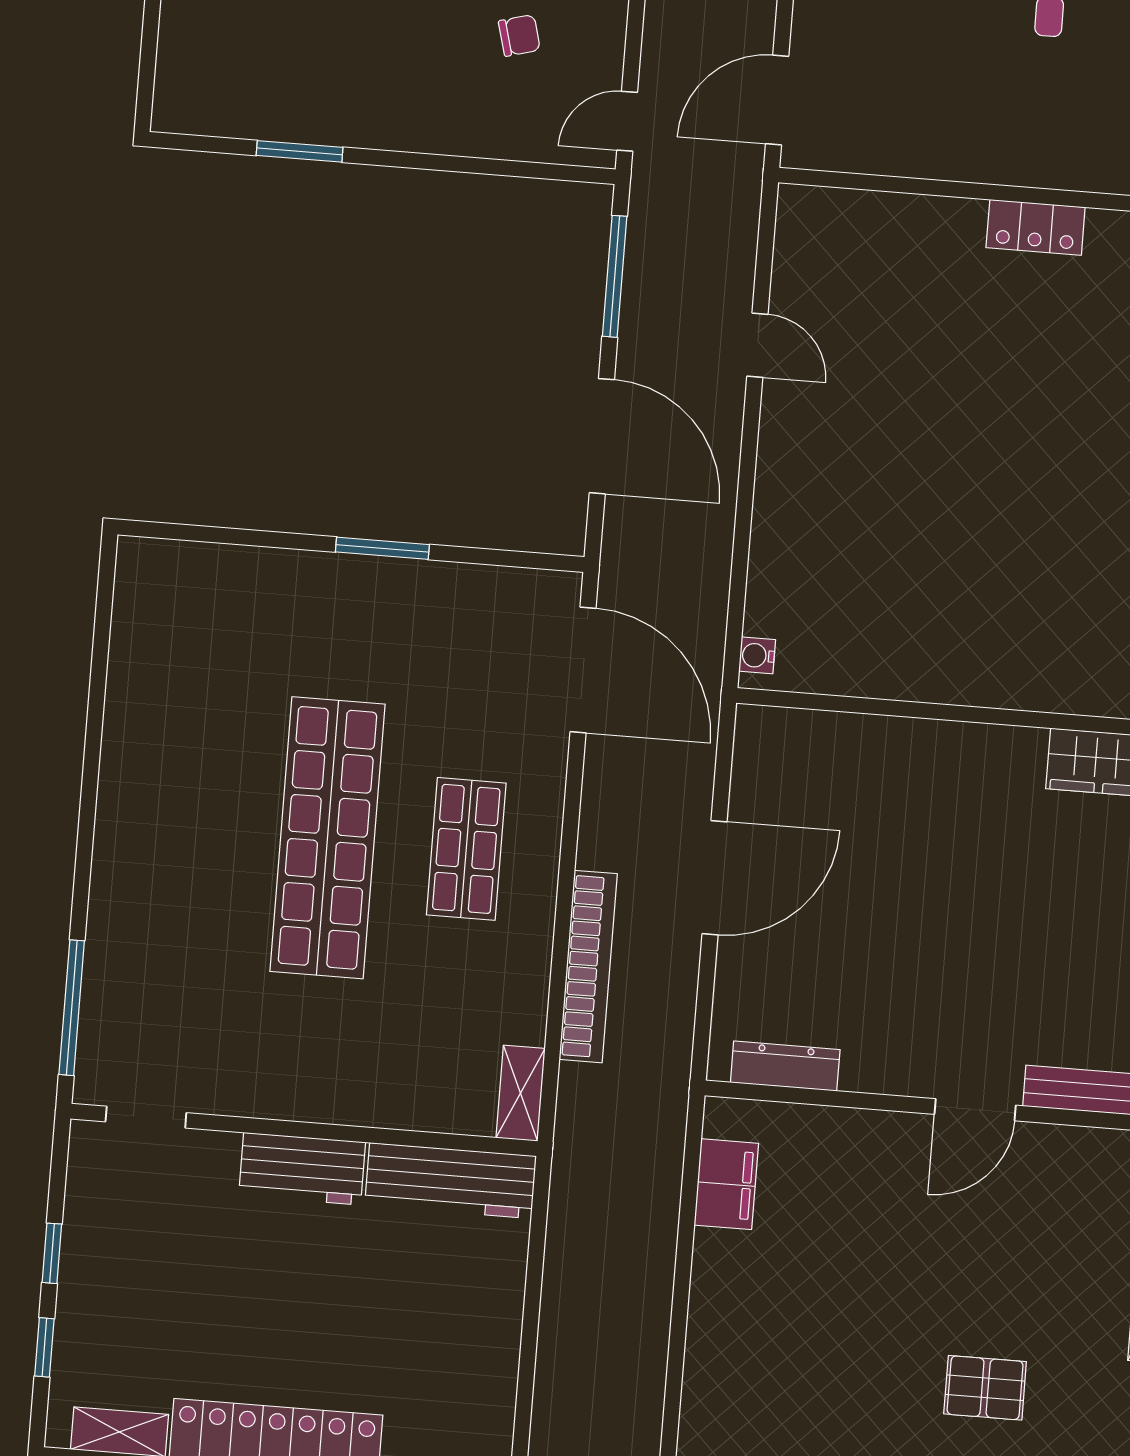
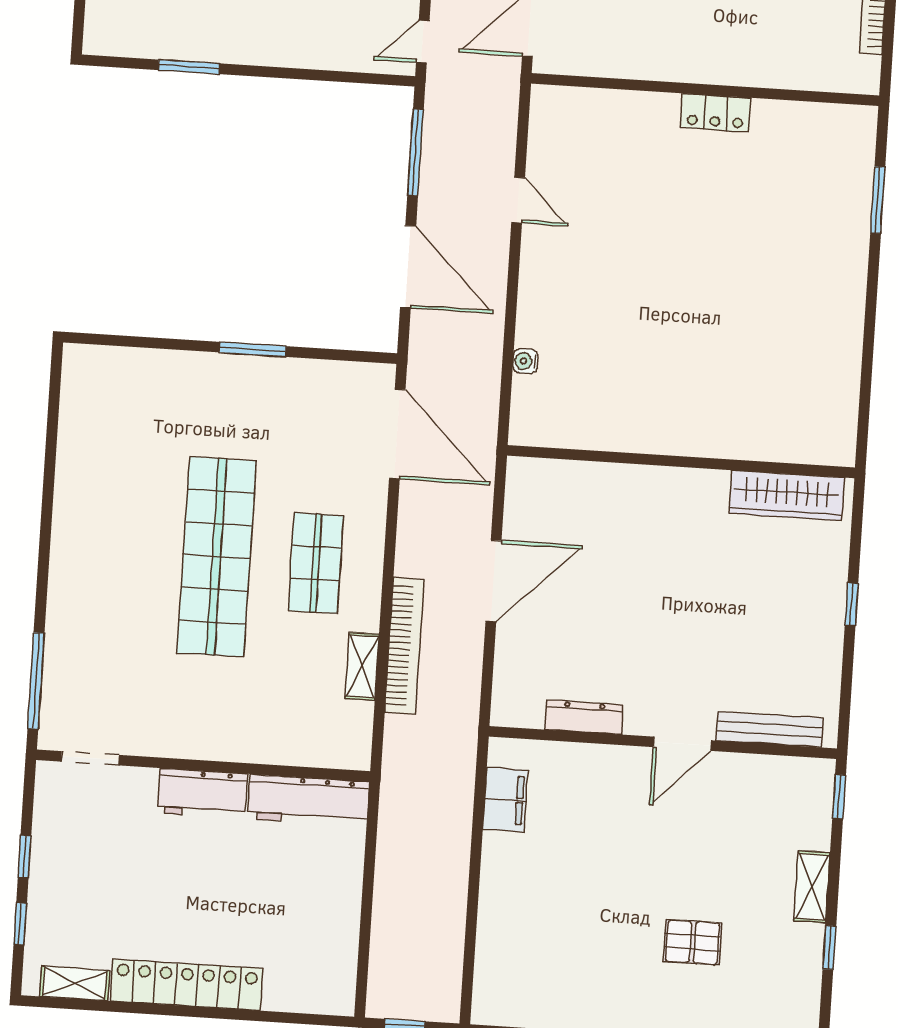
water cooler: (757, 655) -> (525, 361), moved
dresser: (785, 1066) -> (584, 717), moved
shelving: (521, 1093) -> (362, 666), moved

